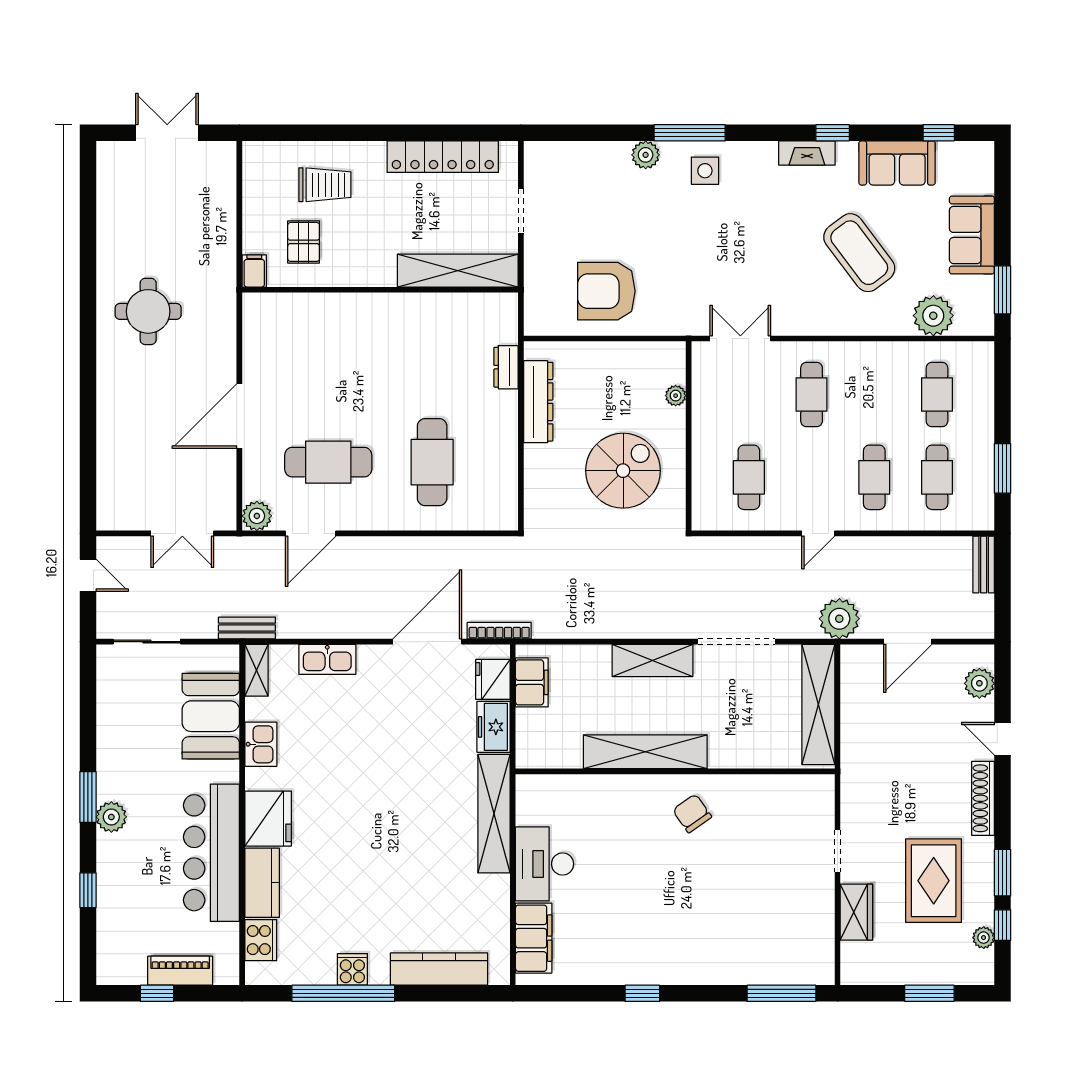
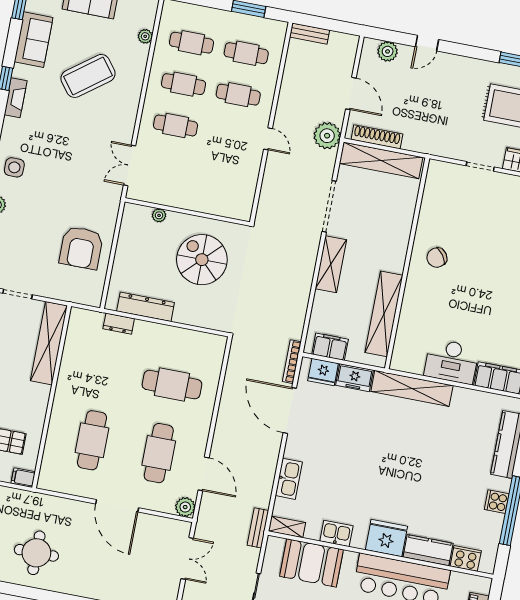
plant: (933, 316) -> (145, 36), width x0.53, depth x0.53
cafe table: (328, 361) -> (92, 440), added
cafe table: (749, 477) -> (184, 84), moved
shelving: (645, 752) -> (384, 314), moved
shoe rack: (983, 798) -> (377, 137), moved, turned 180

